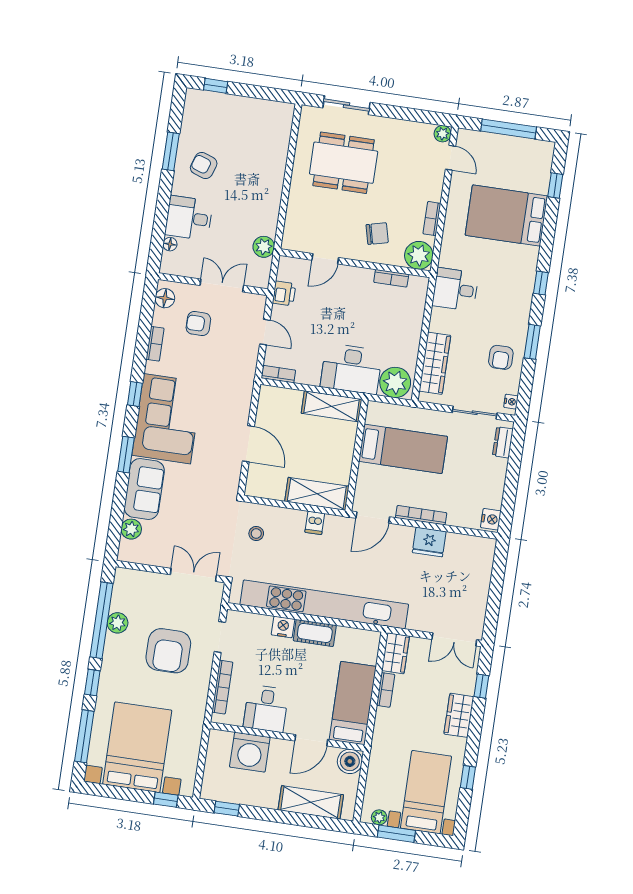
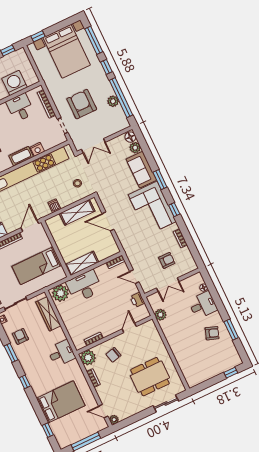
floor lamp: (165, 298) -> (130, 137), moved
shelving: (317, 494) -> (77, 212), moved

